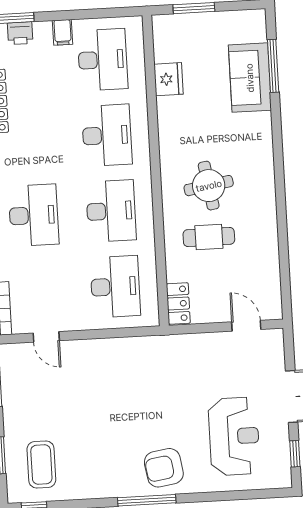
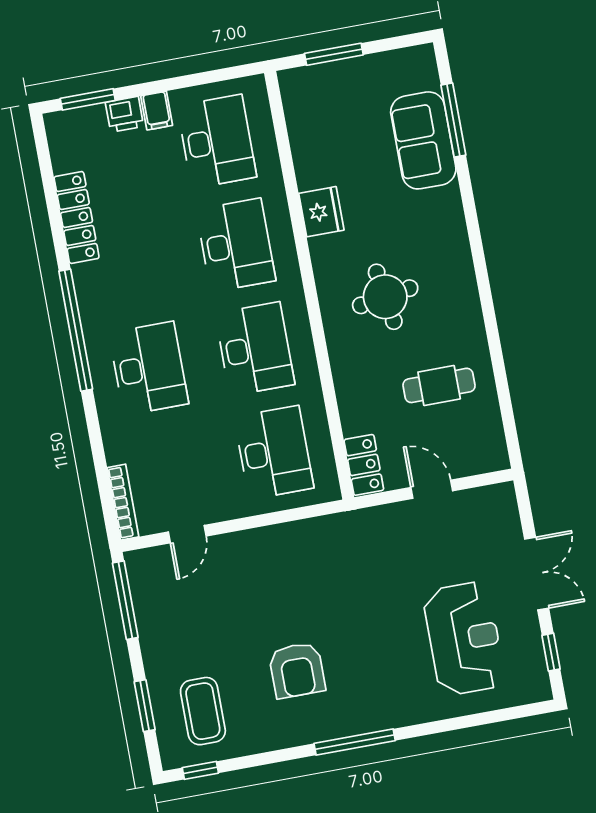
printer: (20, 33) -> (124, 114), moved
fridge: (168, 79) -> (321, 212), moved
cafe table: (209, 237) -> (439, 385), moved
door: (246, 326) -> (432, 489), moved
door: (46, 337) -> (187, 534), hinge flipped
armchair: (164, 468) -> (297, 670), moved, turned -81

